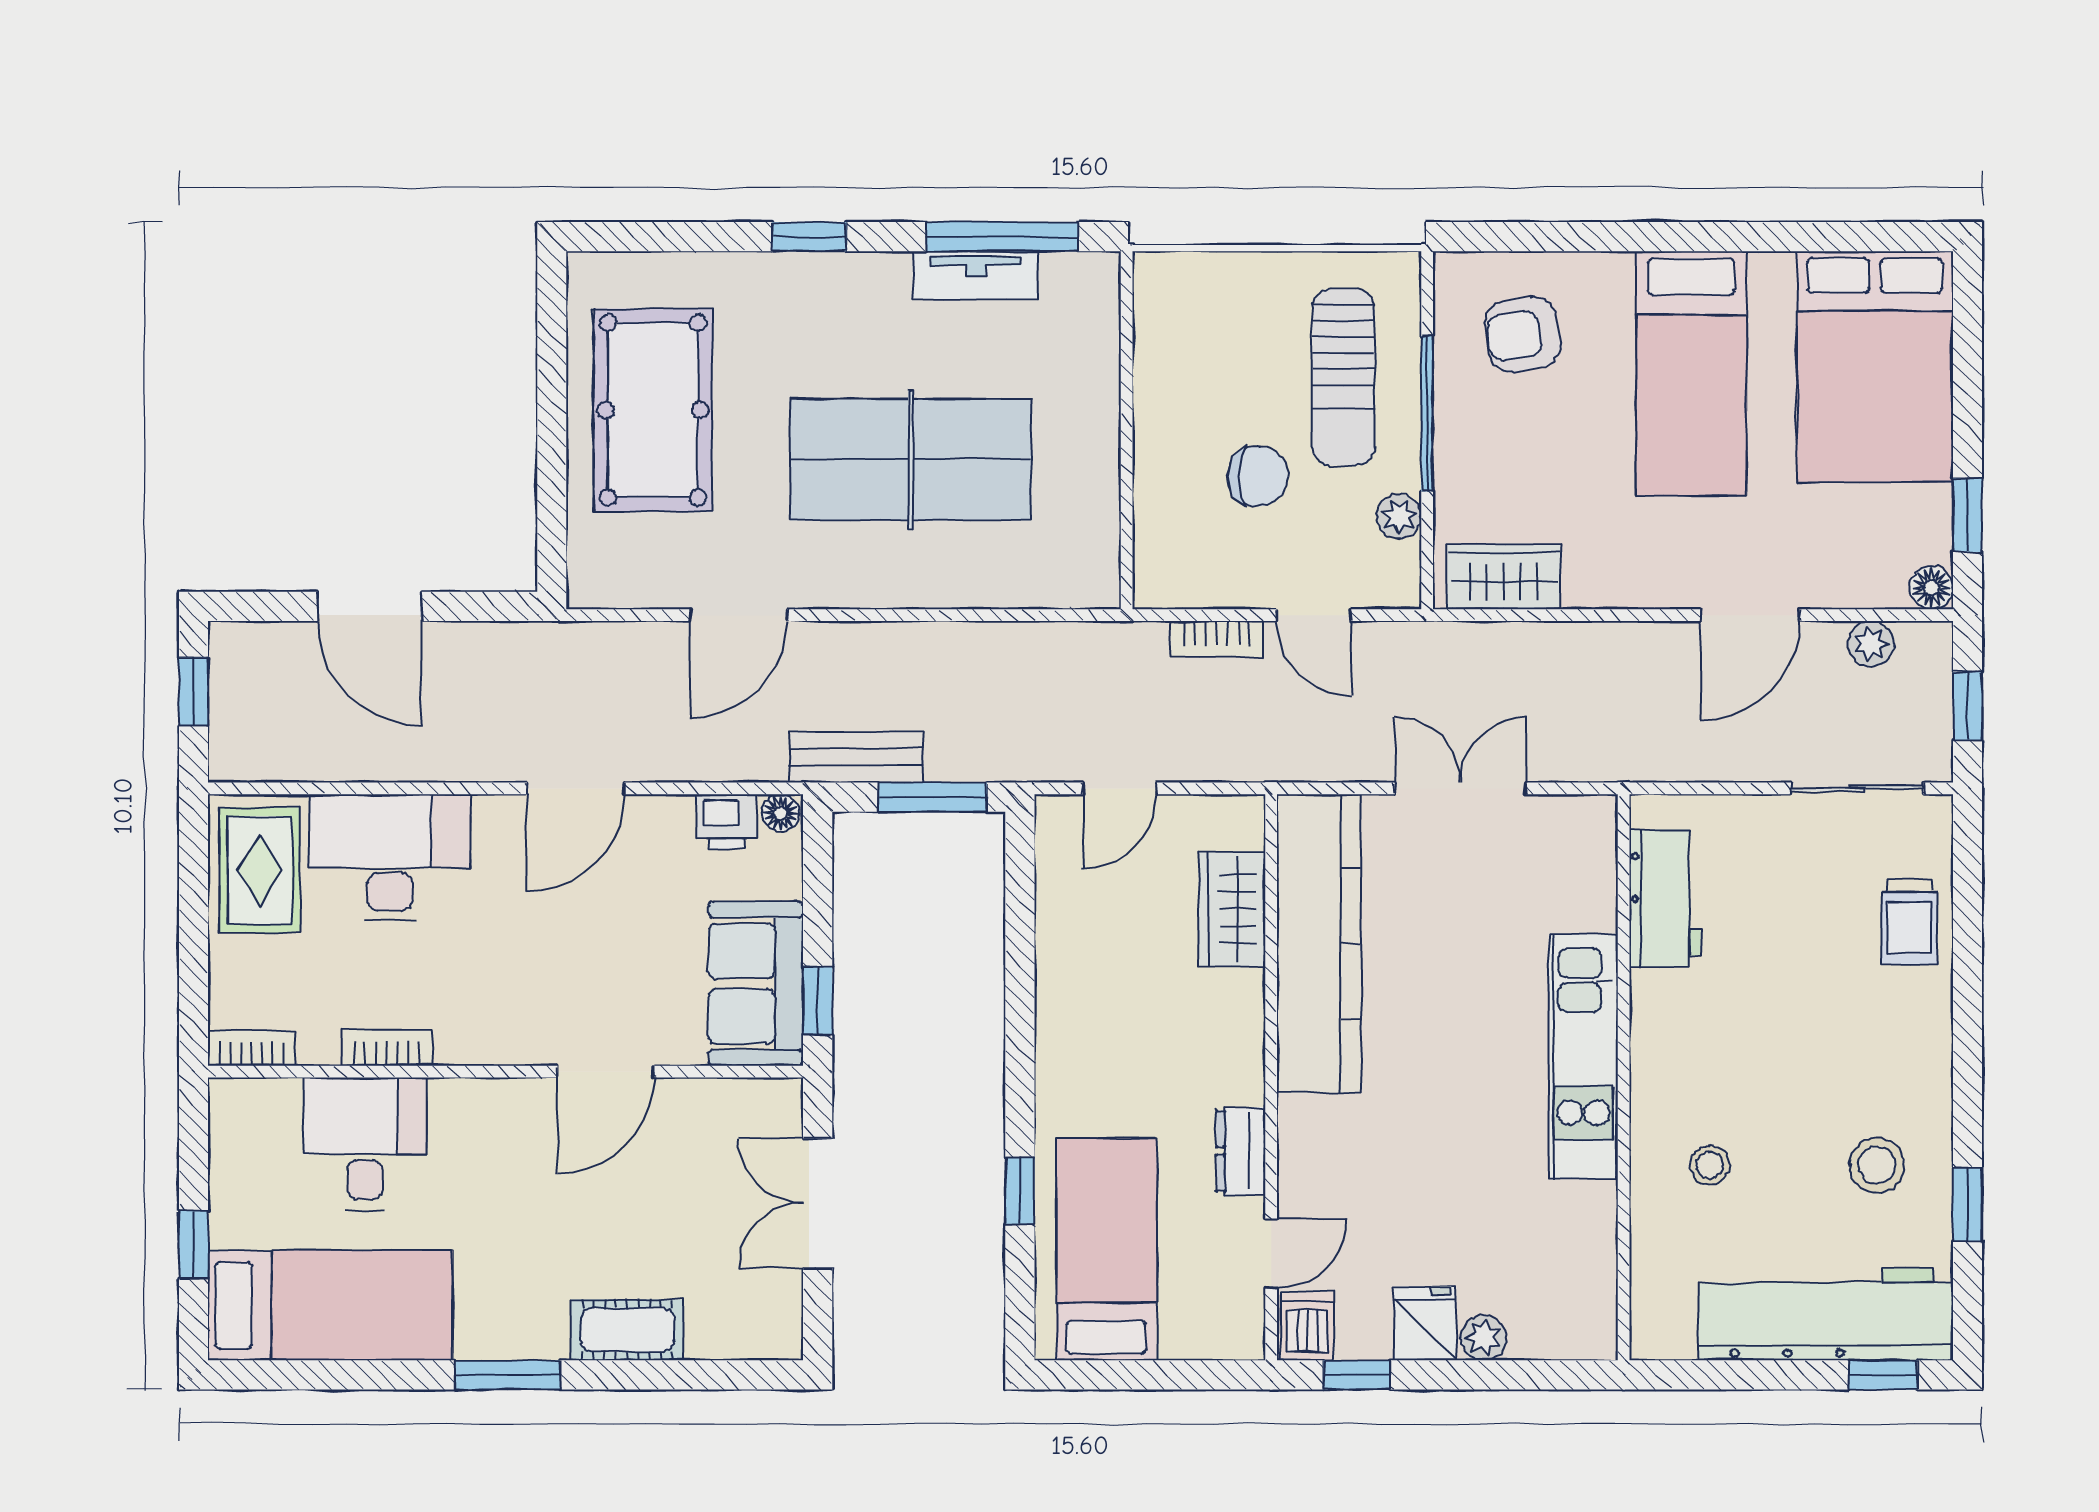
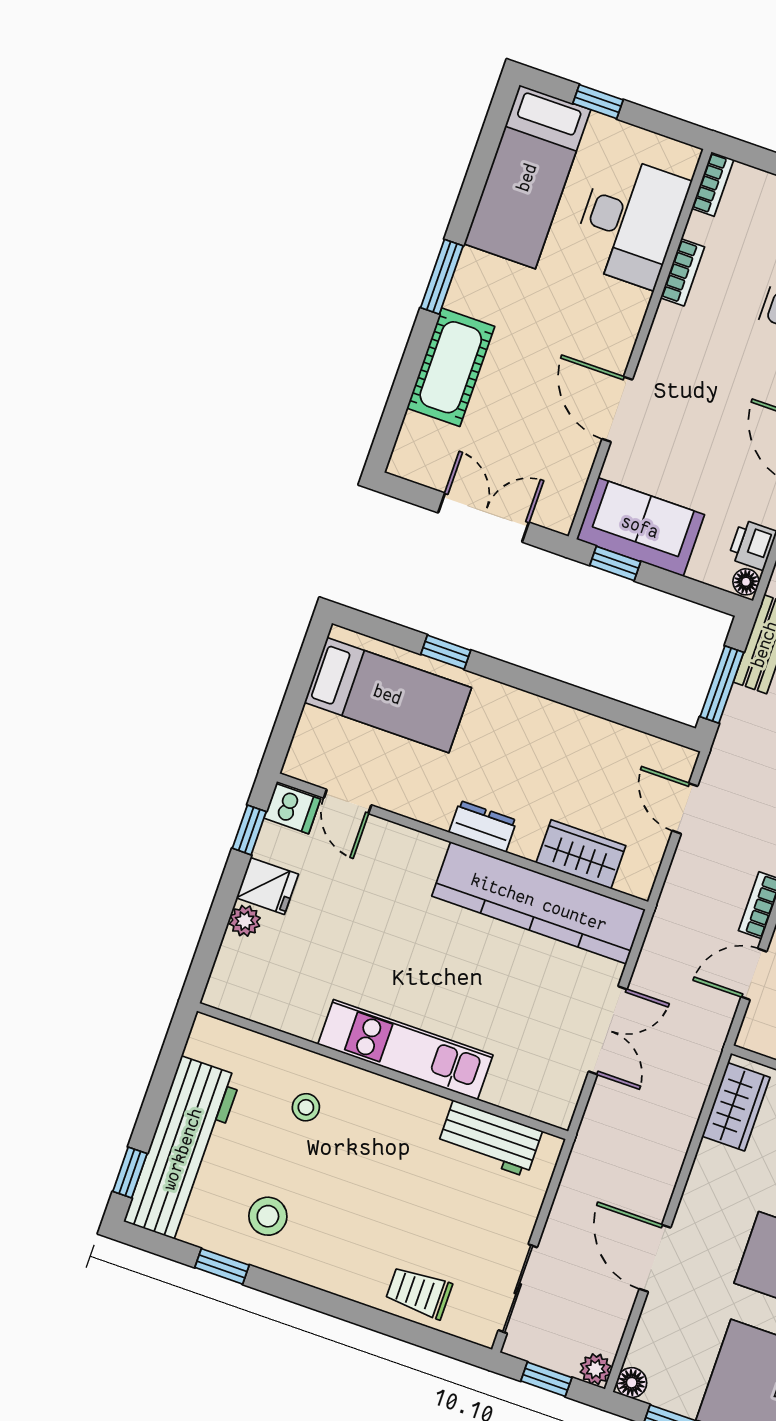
plant: (1871, 644) -> (595, 1369), moved
desk: (365, 1144) -> (630, 221), width x1.37
dresser: (1241, 1151) -> (483, 826), moved
cot: (627, 1330) -> (451, 367), width x1.37, depth x1.34

